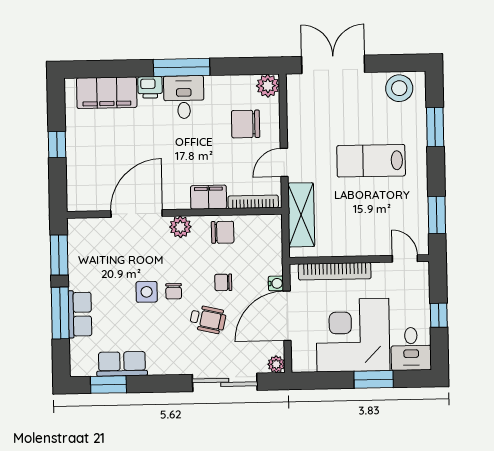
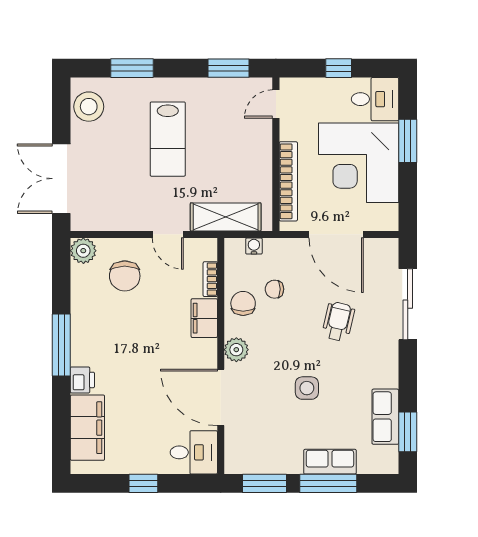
desk: (184, 97) -> (194, 452), moved, turned 180
bookcase: (253, 202) -> (210, 279), width x0.64
chair: (223, 282) -> (274, 289), moved, turned 90
water cooler: (276, 283) -> (254, 246), moved
chair: (174, 291) -> (307, 358), removed
plant: (276, 364) -> (389, 247), removed

